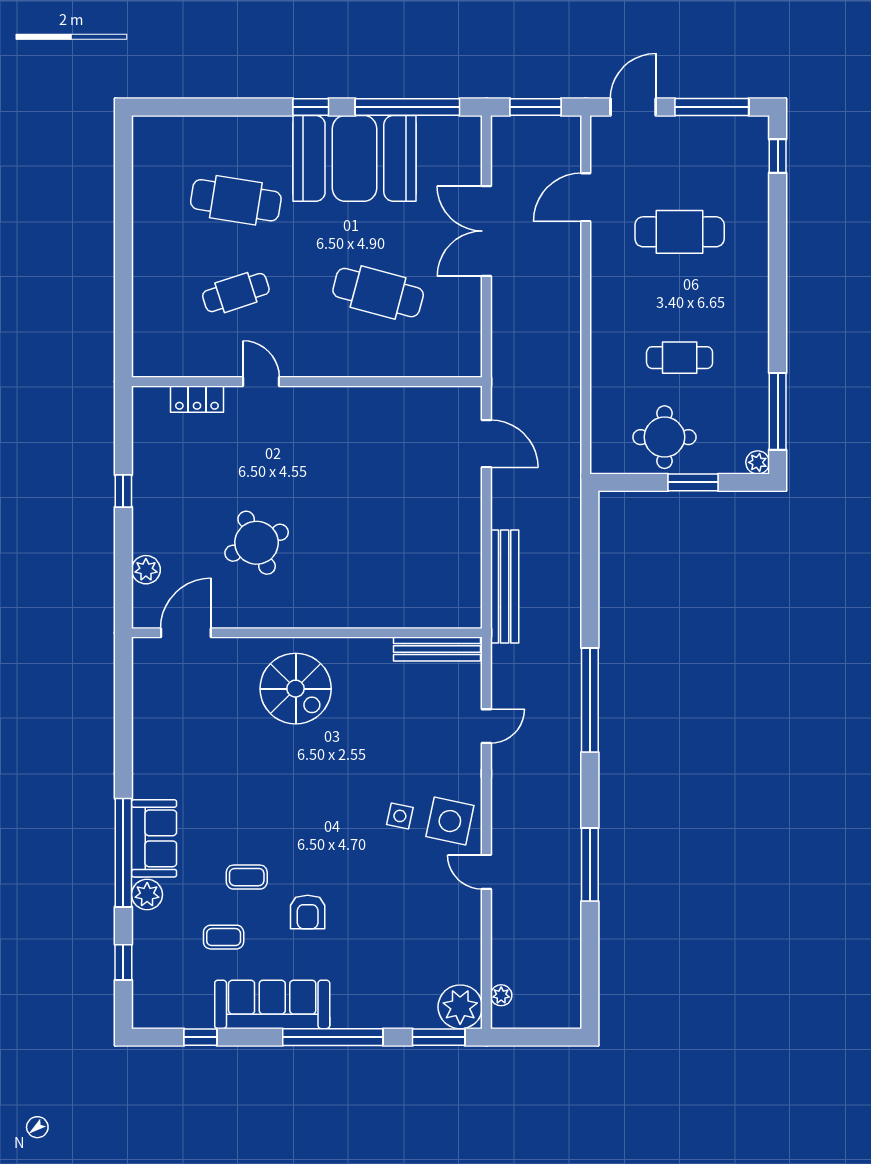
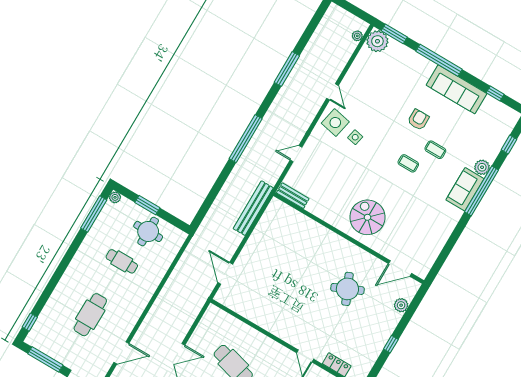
cafe table: (680, 232) -> (90, 315), turned 90
bench: (437, 649) -> (293, 196), width x0.73
coffee table: (224, 937) -> (408, 163), moved

